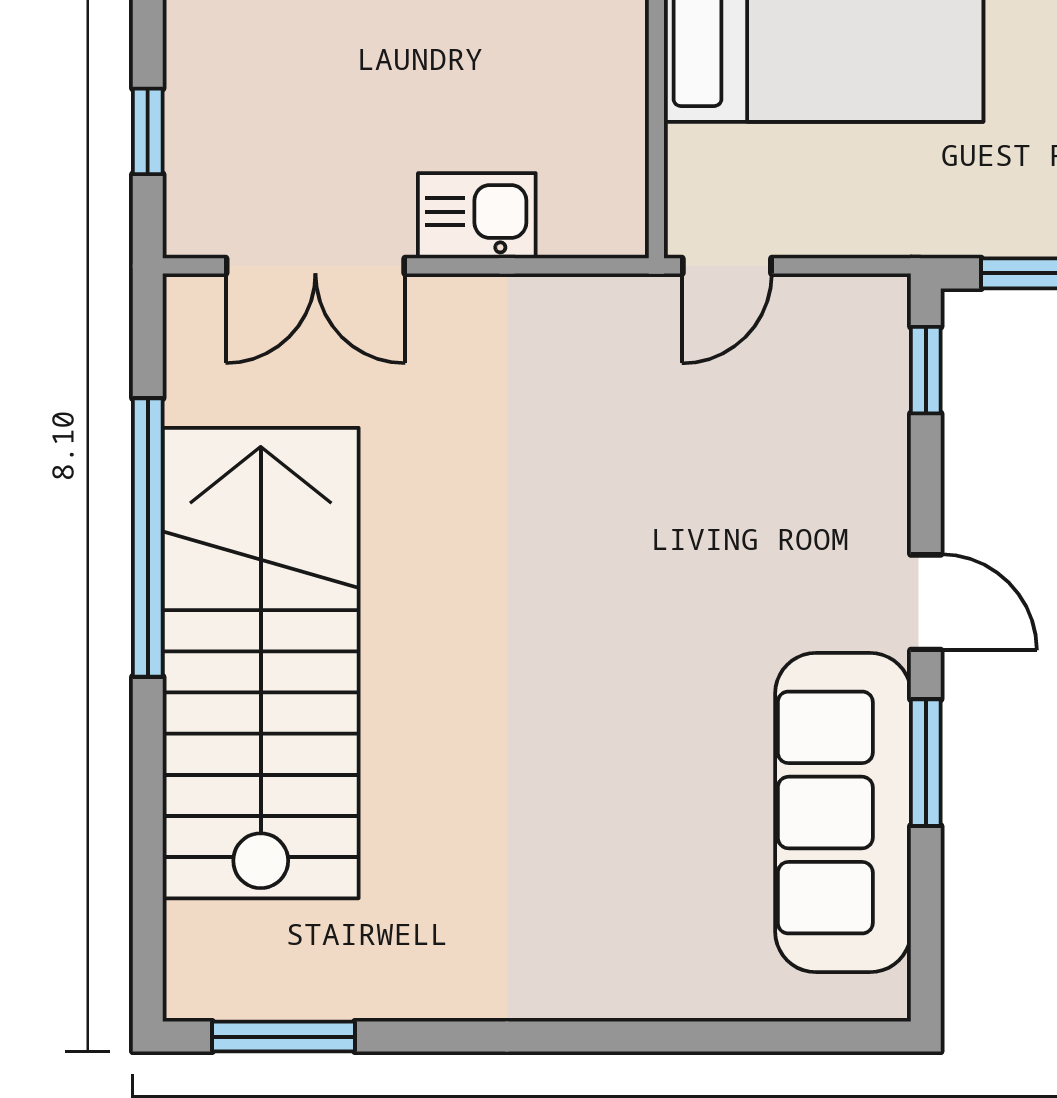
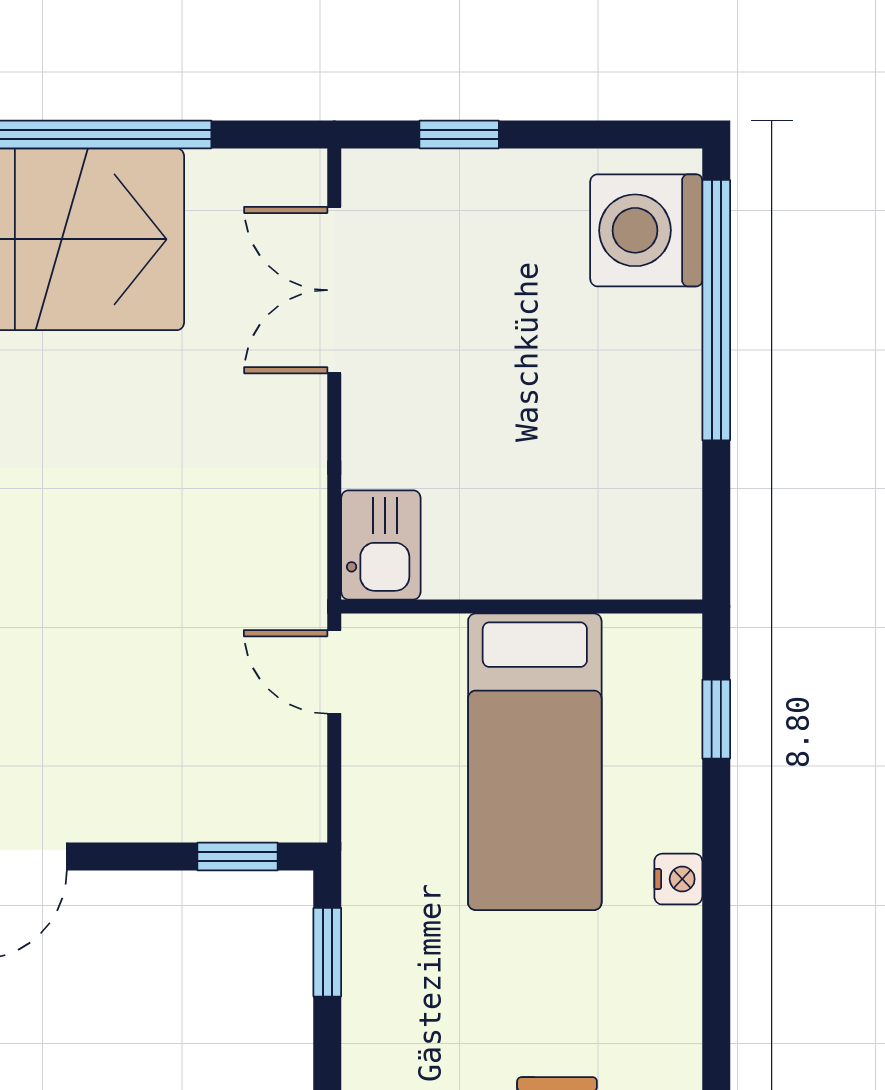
kitchen sink: (477, 216) -> (381, 545), moved

